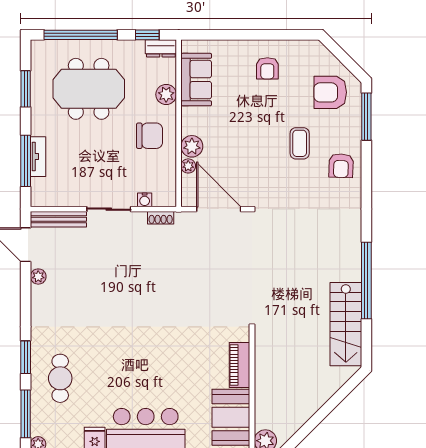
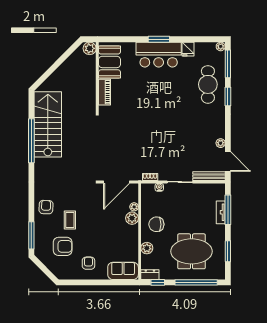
sofa: (196, 80) -> (123, 271), moved, turned 90
armchair: (330, 92) -> (63, 246), moved
door: (219, 209) -> (117, 182), hinge flipped
stairs: (346, 324) -> (48, 124), width x1.36, depth x1.51
cafe table: (60, 378) -> (208, 84), width x1.37, depth x1.35

